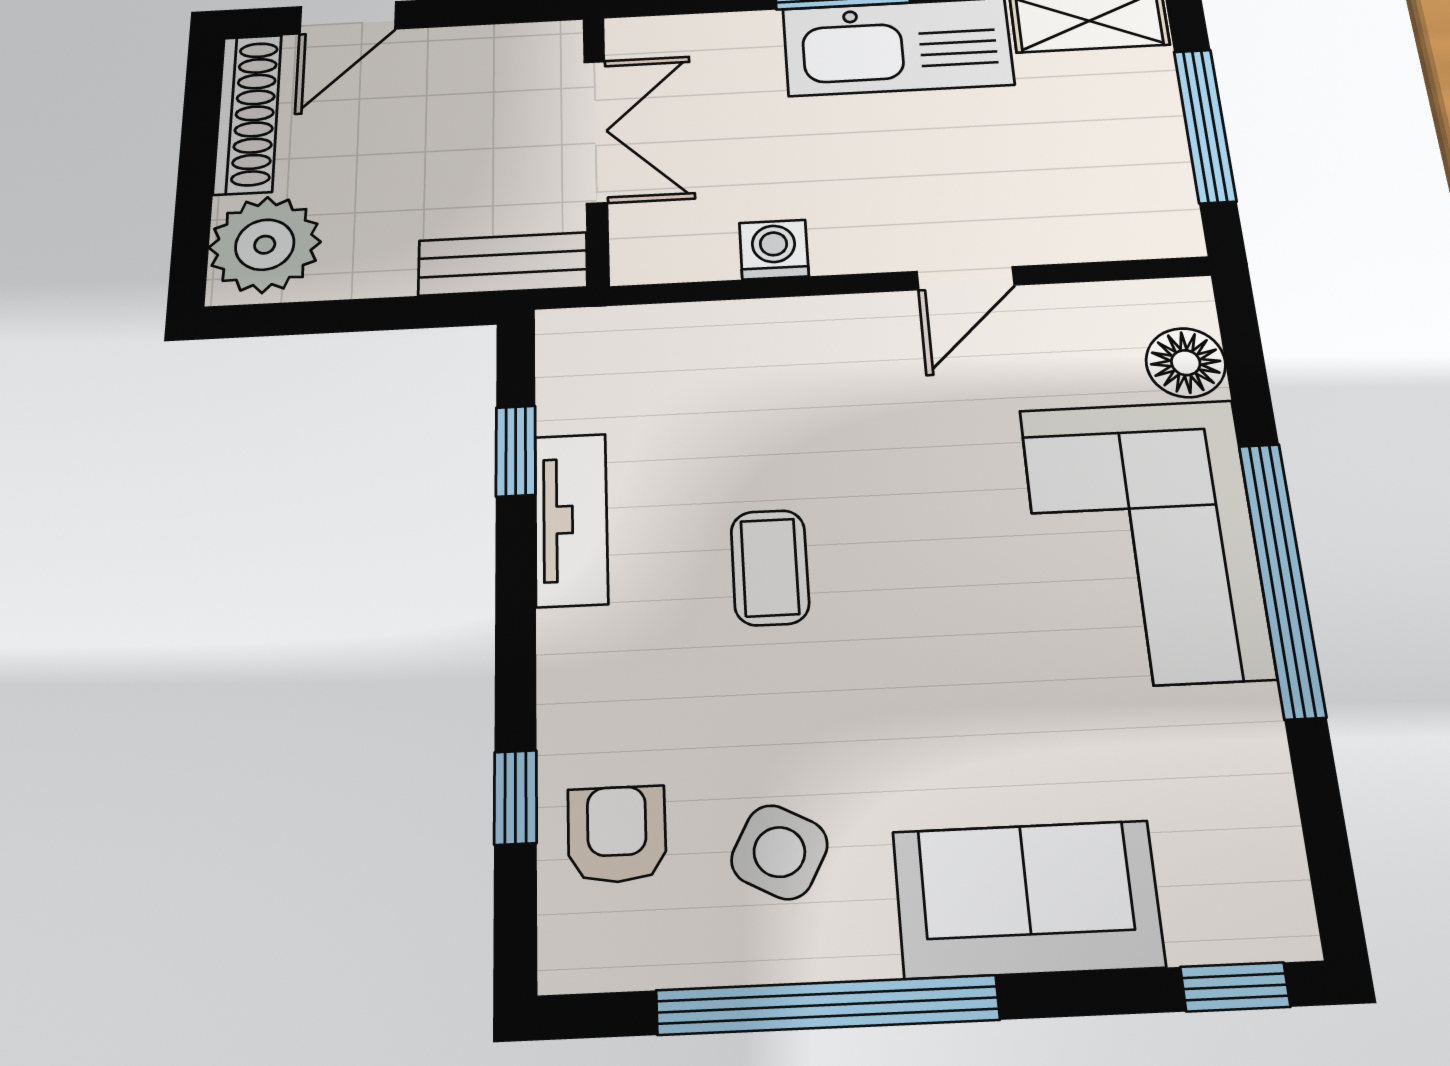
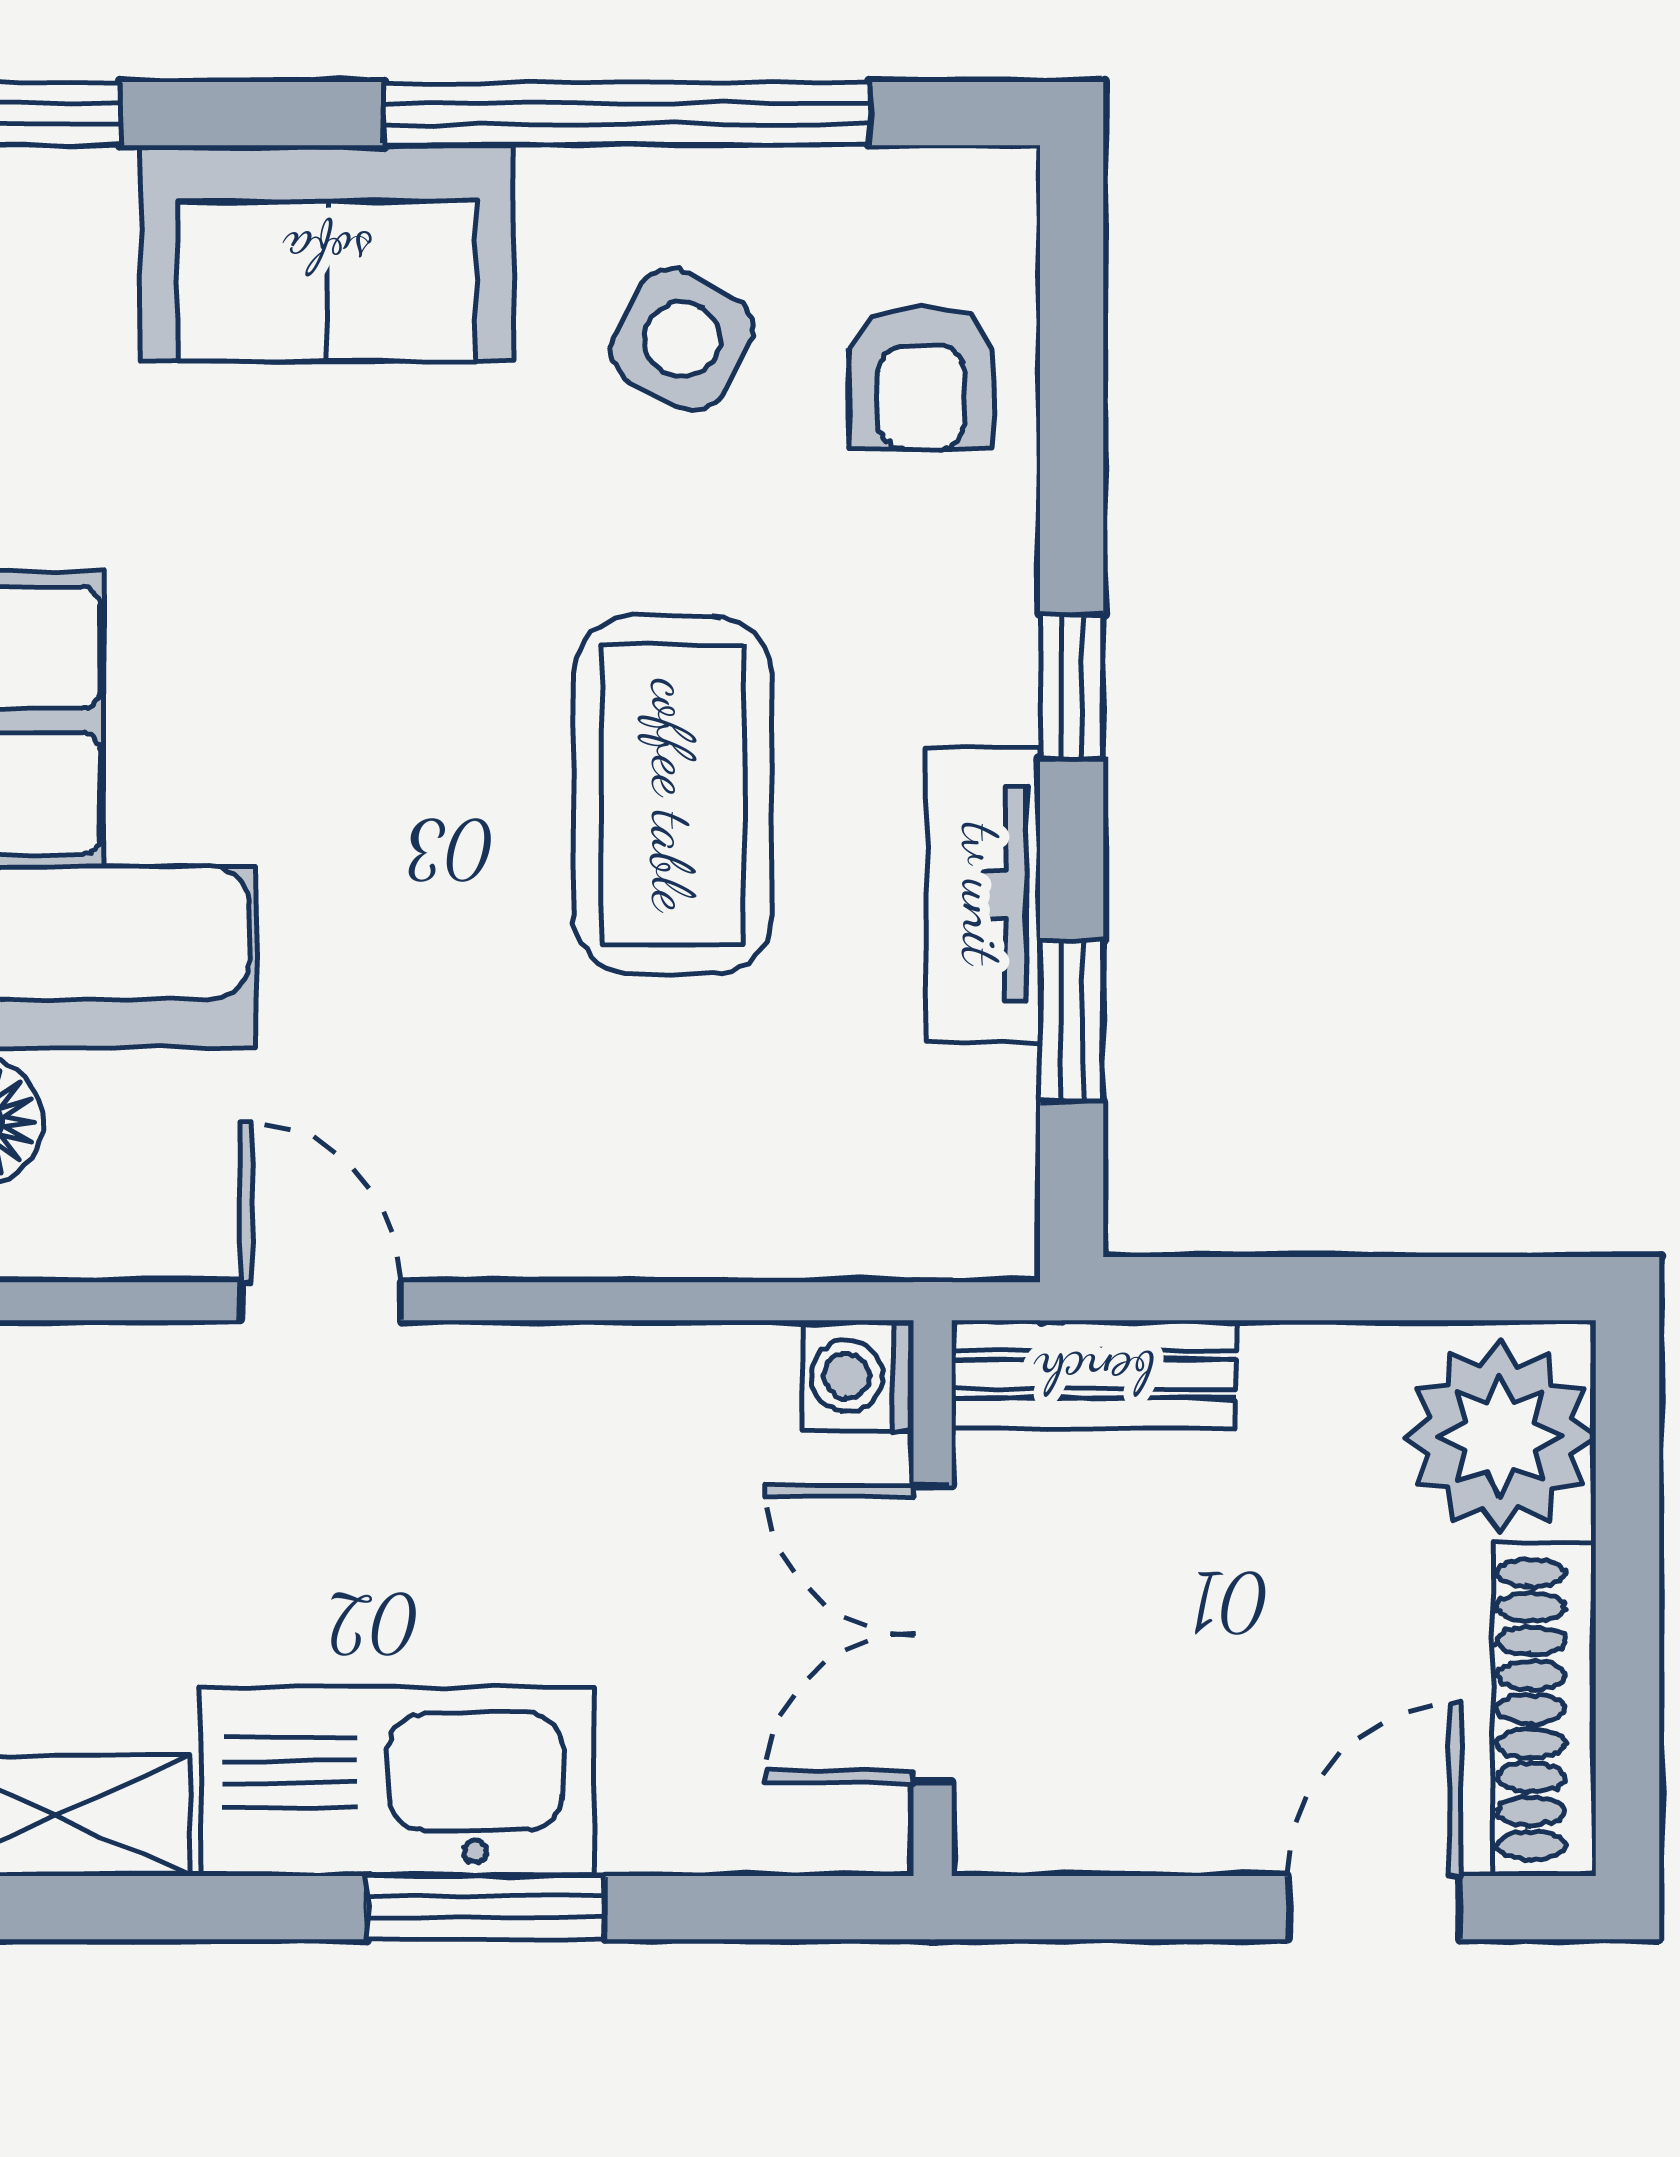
washing machine: (774, 250) -> (858, 1376), moved, turned 90
door: (965, 278) -> (321, 1301), hinge flipped
coffee table: (770, 567) -> (673, 795), width x1.86, depth x1.72
window: (515, 797) -> (1072, 687), moved

